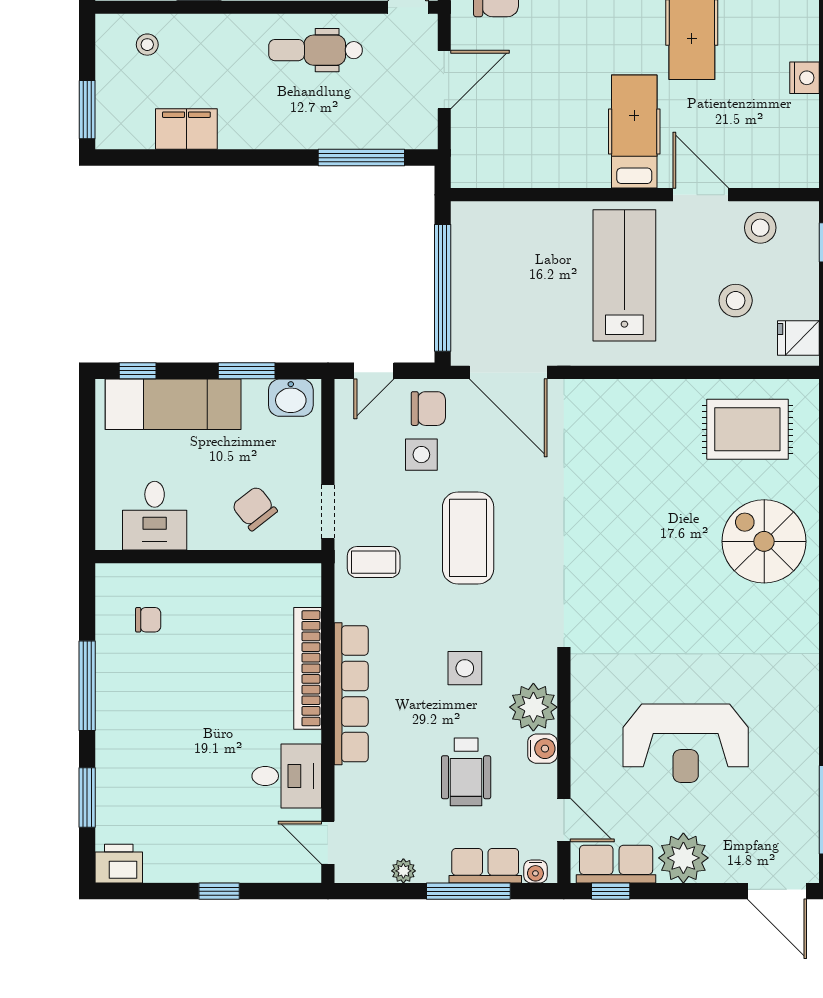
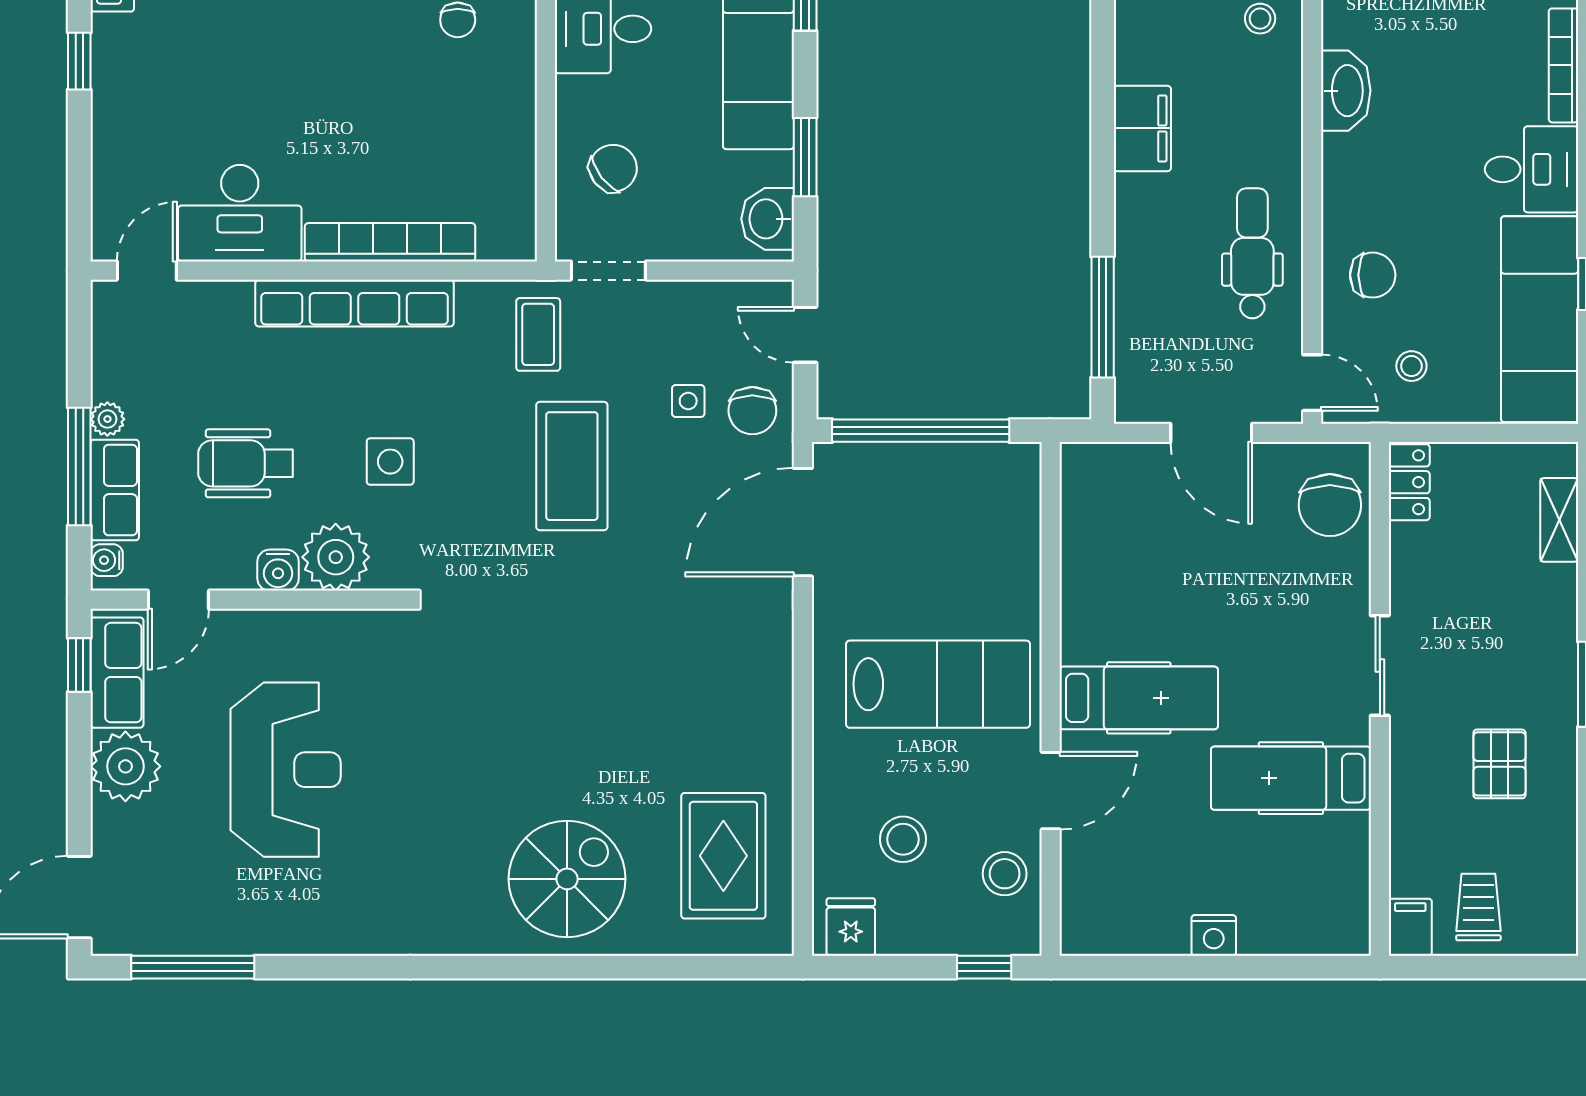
filing cabinet: (186, 129) -> (1142, 128), moved
side table: (421, 455) -> (688, 401), width x0.73, depth x0.73
coffee table: (468, 538) -> (572, 466), turned 90
reception desk: (686, 743) -> (286, 770), turned 180
desk: (287, 776) -> (240, 213), width x1.37
plant: (403, 871) -> (107, 419), moved
window: (219, 891) -> (79, 61), moved

